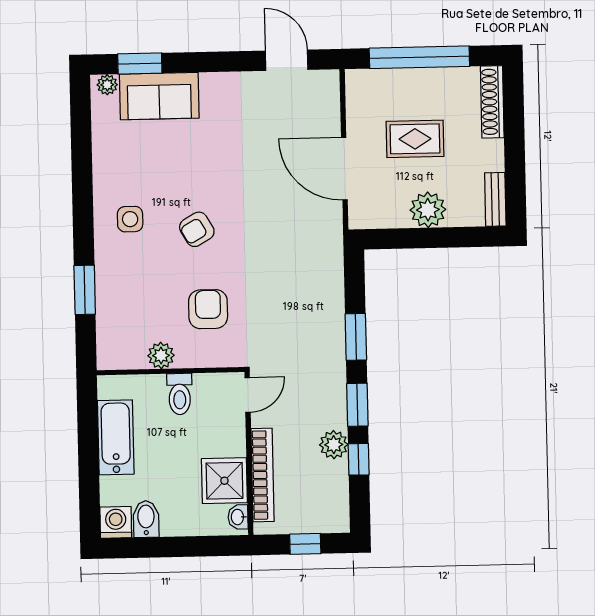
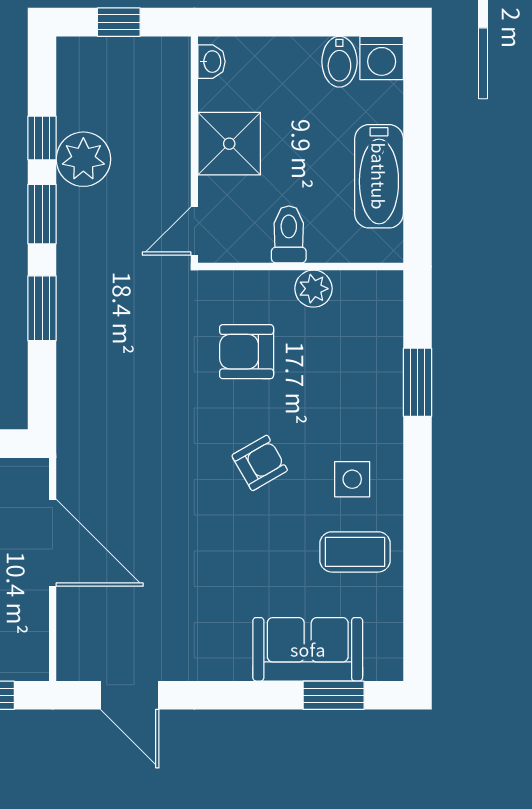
plant: (107, 85) -> (380, 667), removed
coffee table: (127, 167) -> (355, 552), added
armchair: (208, 309) -> (247, 352), turned 90
plant: (334, 445) -> (83, 159), width x1.36, depth x1.36
bookcase: (263, 475) -> (176, 119), removed
shower: (224, 481) -> (229, 144), moved

